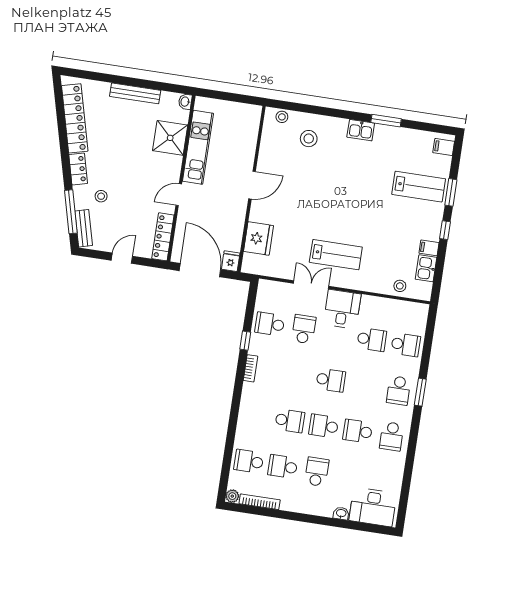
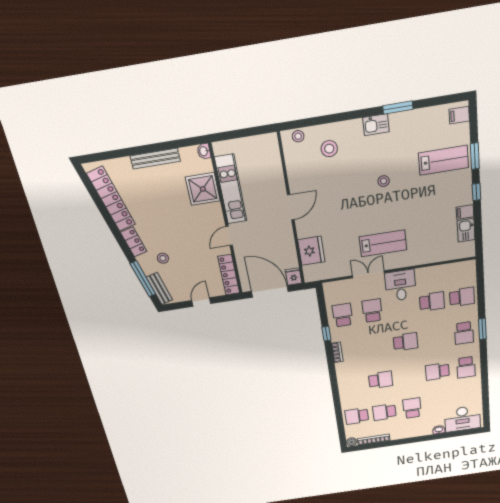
stool: (400, 286) -> (384, 181), moved
school desk: (270, 324) -> (343, 315), turned 90
school desk: (324, 426) -> (409, 376), removed

